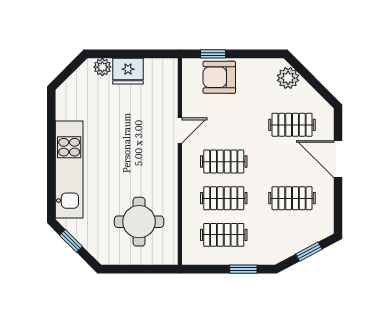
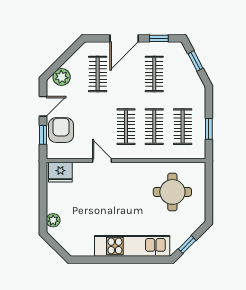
door: (250, 54) -> (43, 106), added
fridge: (128, 71) -> (60, 172), moved, turned 90
armchair: (219, 77) -> (61, 130), turned 180
window: (338, 204) -> (159, 38), added
window: (243, 269) -> (209, 129), moved

